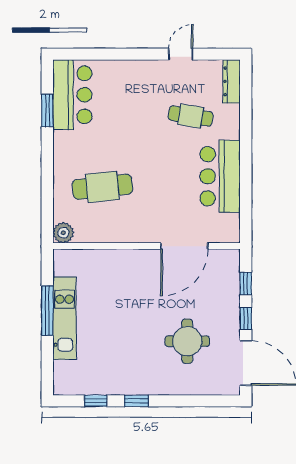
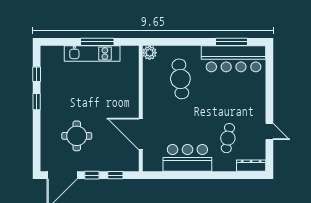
bar counter: (72, 95) -> (234, 59), width x1.36
window: (47, 111) -> (232, 42), width x1.44

